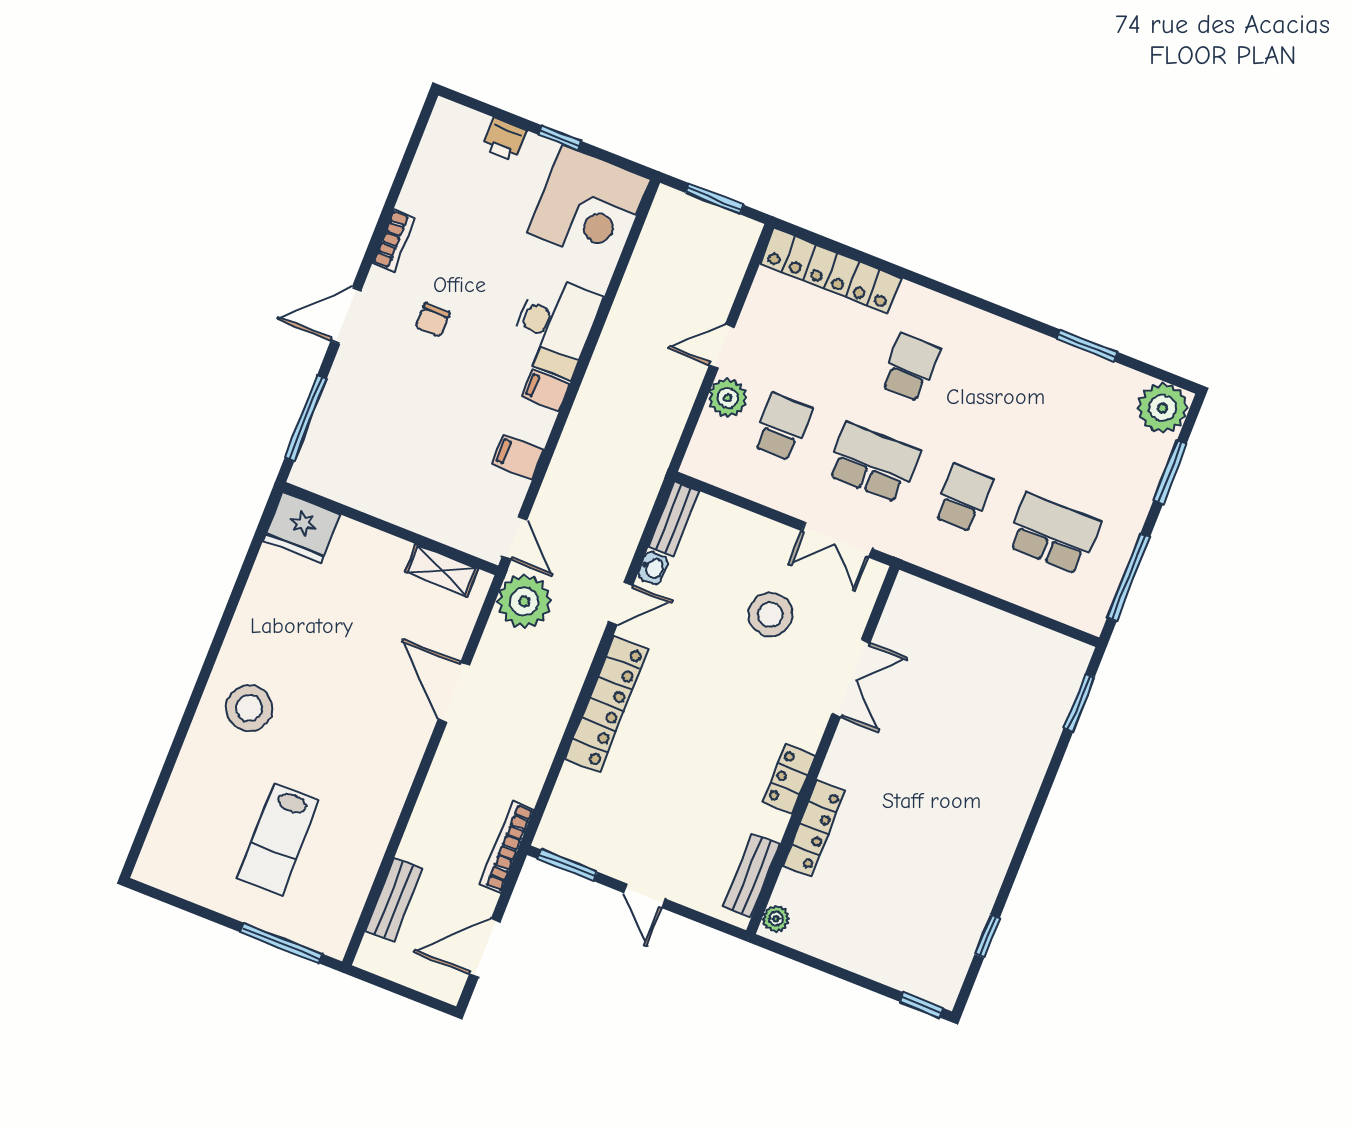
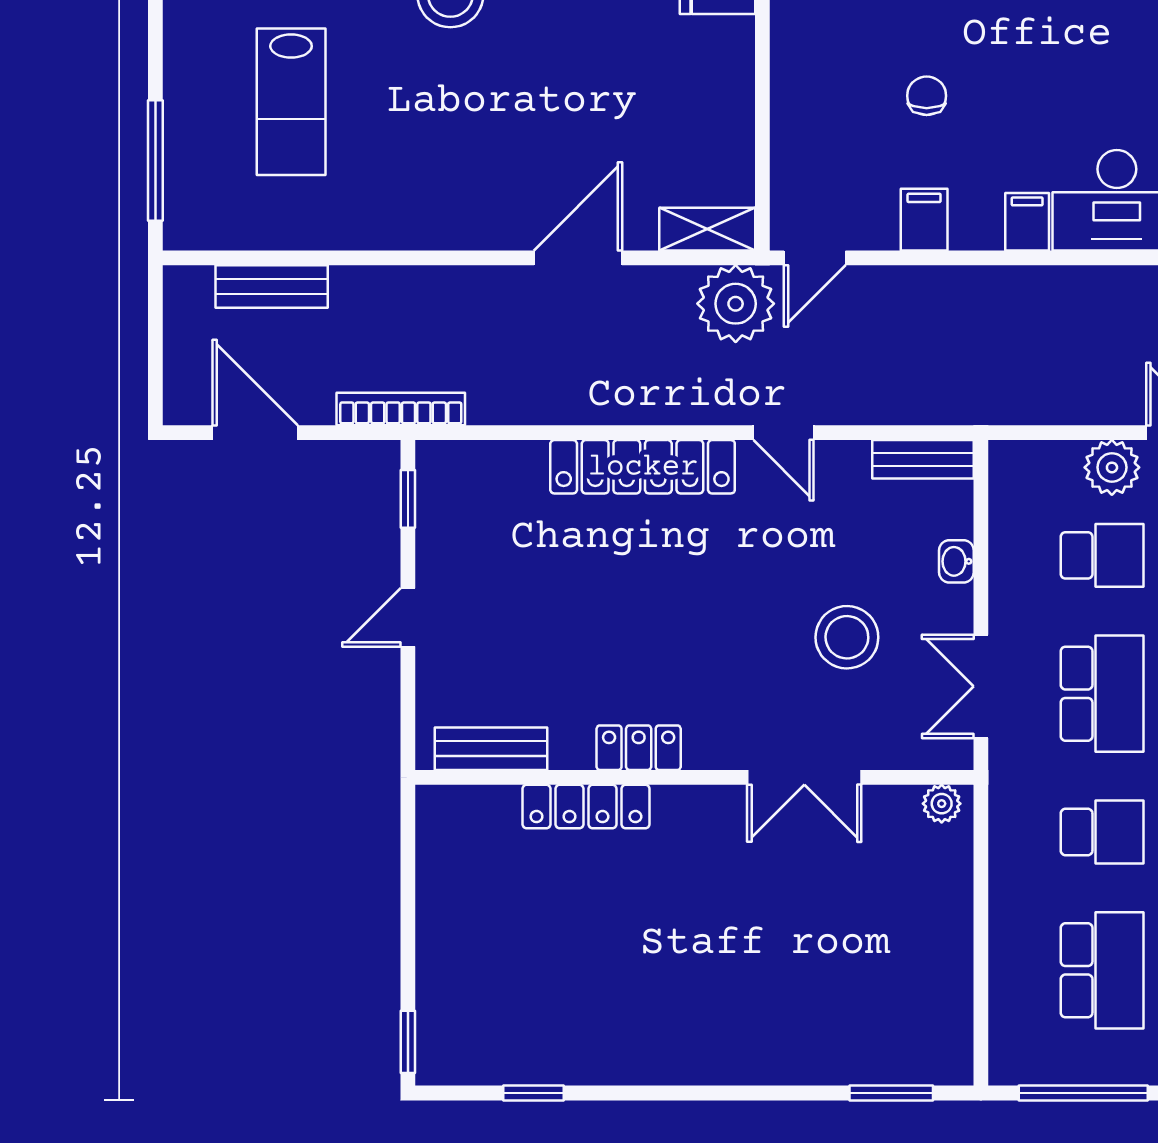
chair: (433, 320) -> (927, 96), moved, turned 90
washbasin: (653, 568) -> (956, 561), moved, turned 90
shelving: (442, 570) -> (707, 229), moved, turned 90
lab bench: (278, 840) -> (291, 102), turned -90
window: (567, 865) -> (408, 499), width x0.67
plant: (776, 919) -> (942, 804), moved

